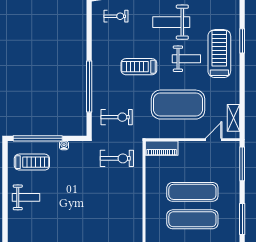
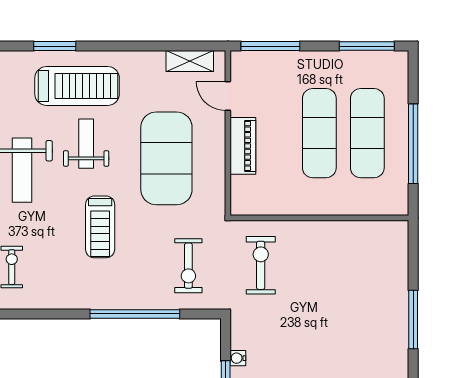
treadmill: (219, 54) -> (77, 86), turned 180
exercise bike: (117, 117) -> (188, 266), turned 180
piano: (162, 148) -> (243, 146), moved

